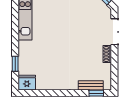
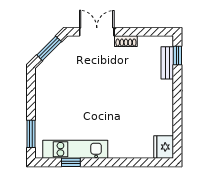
window: (15, 64) -> (71, 162), moved

